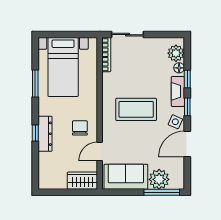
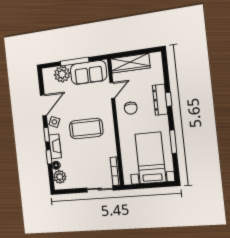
wardrobe: (82, 181) -> (130, 63), width x1.50
window: (162, 192) -> (74, 62), moved

